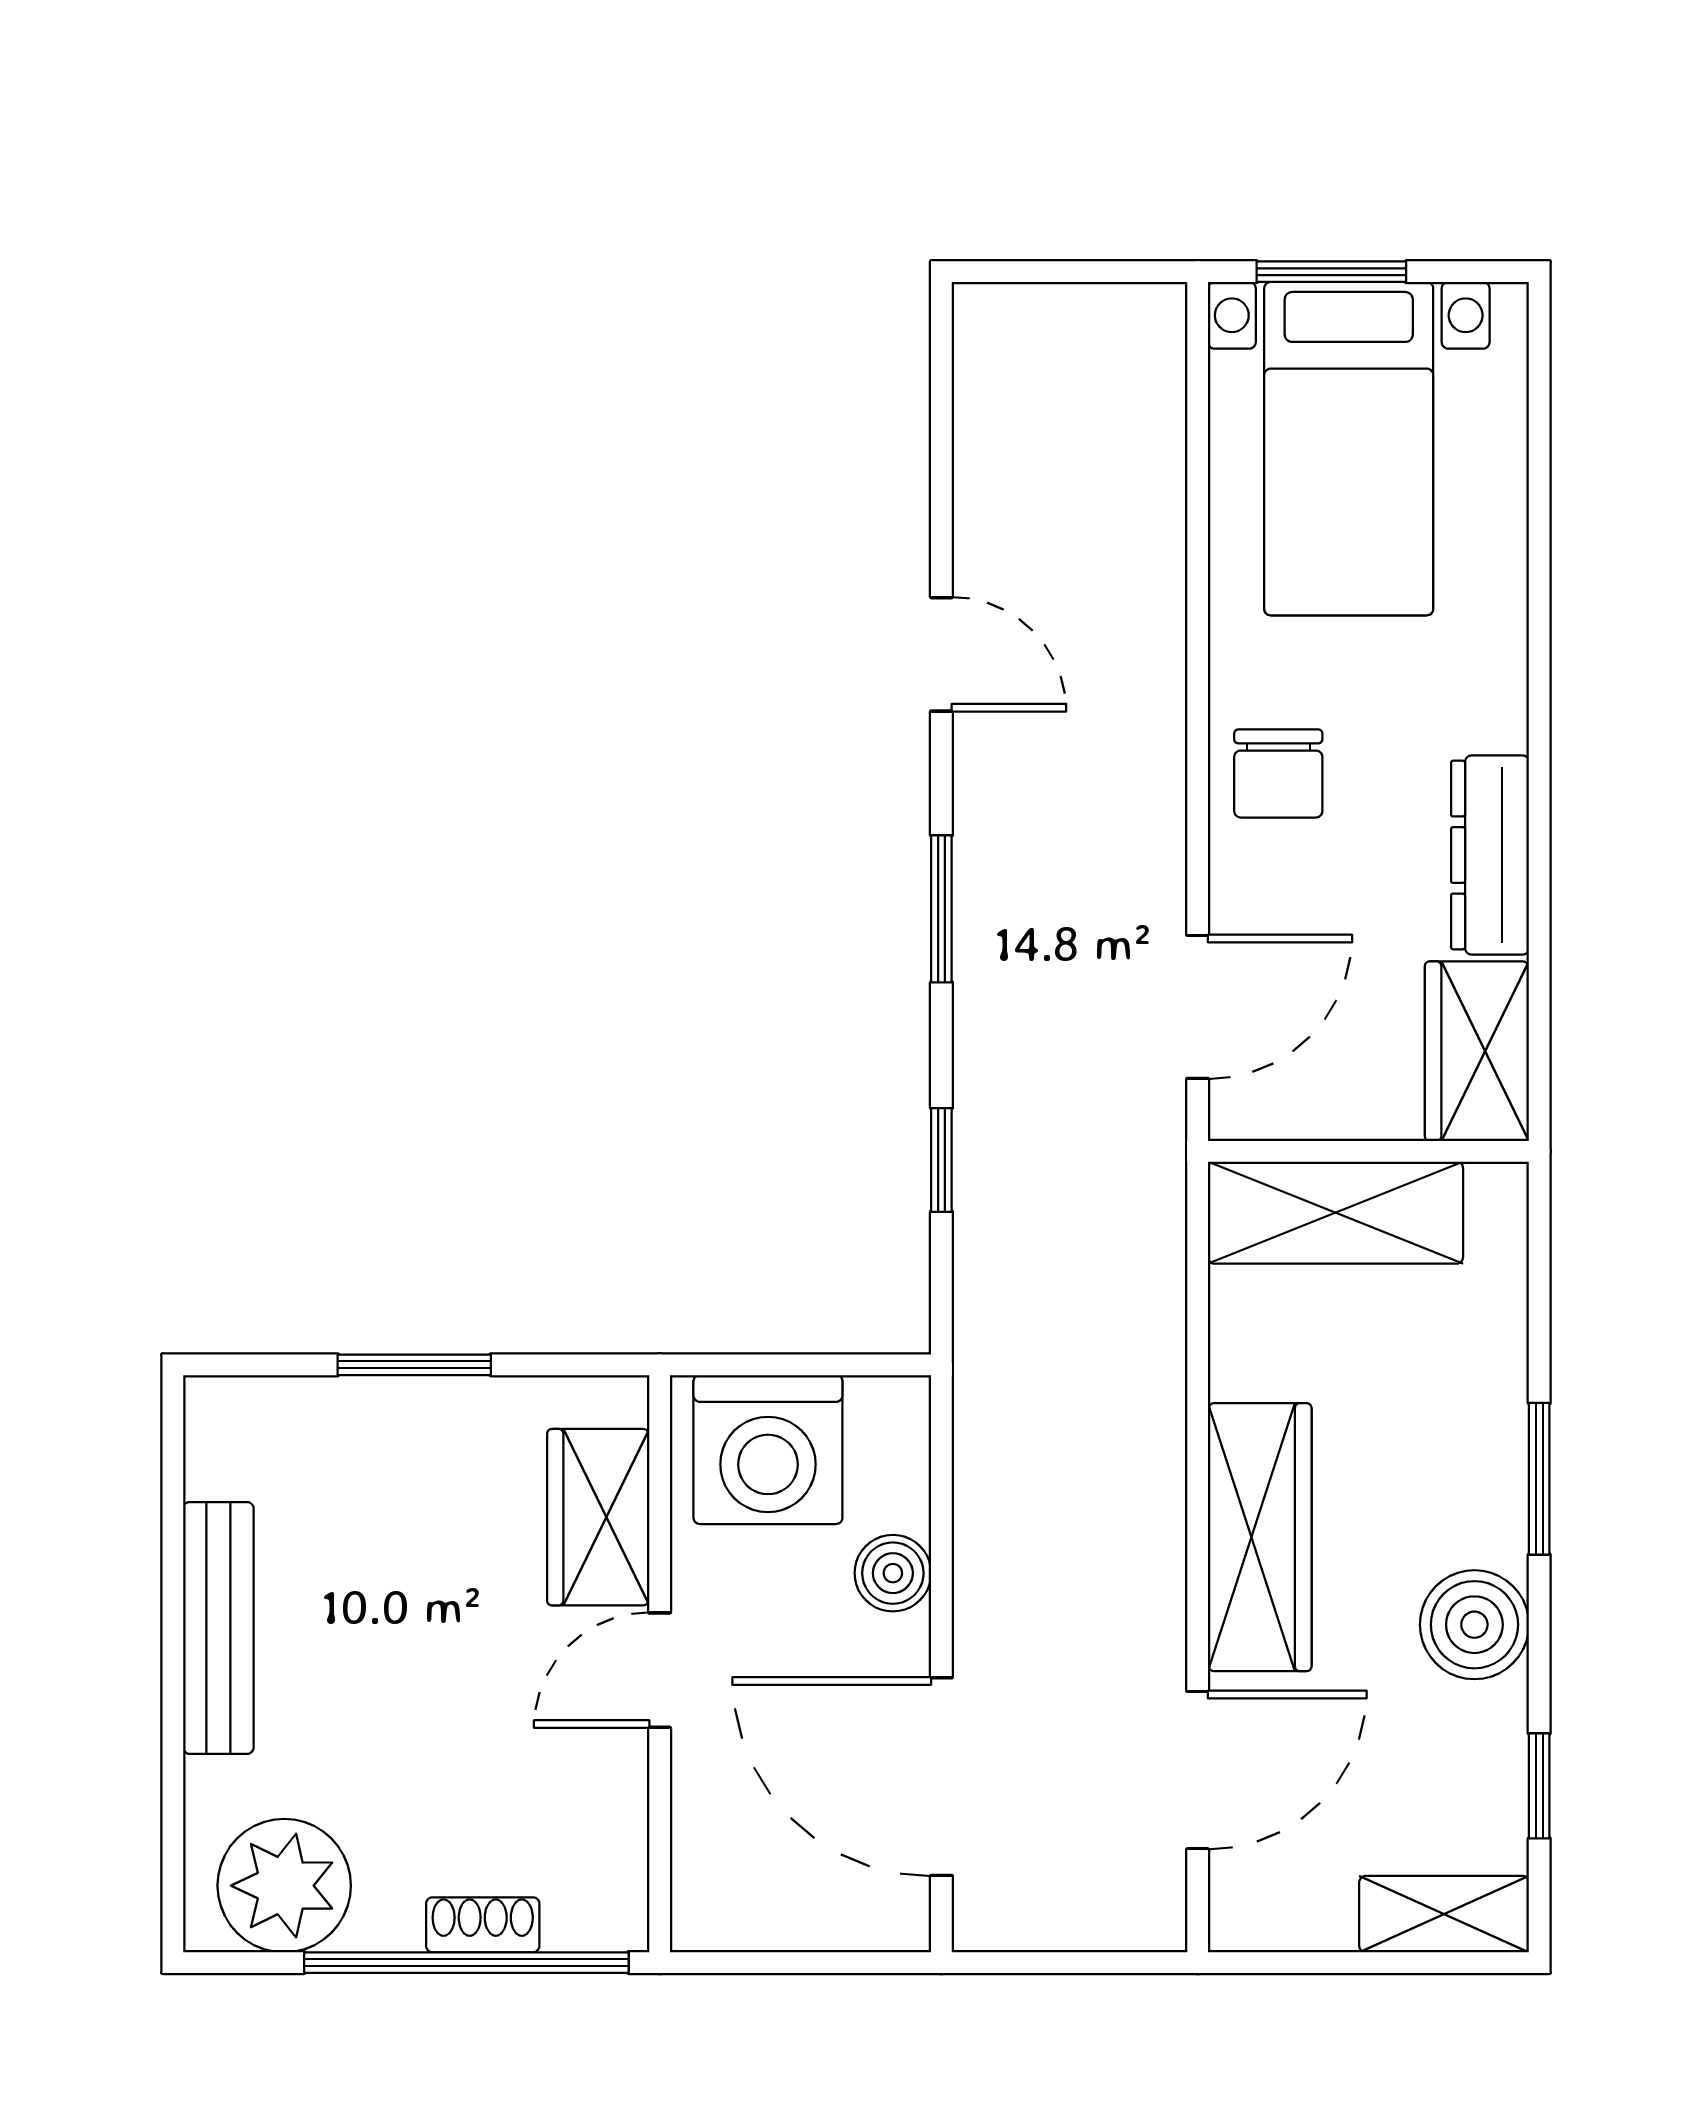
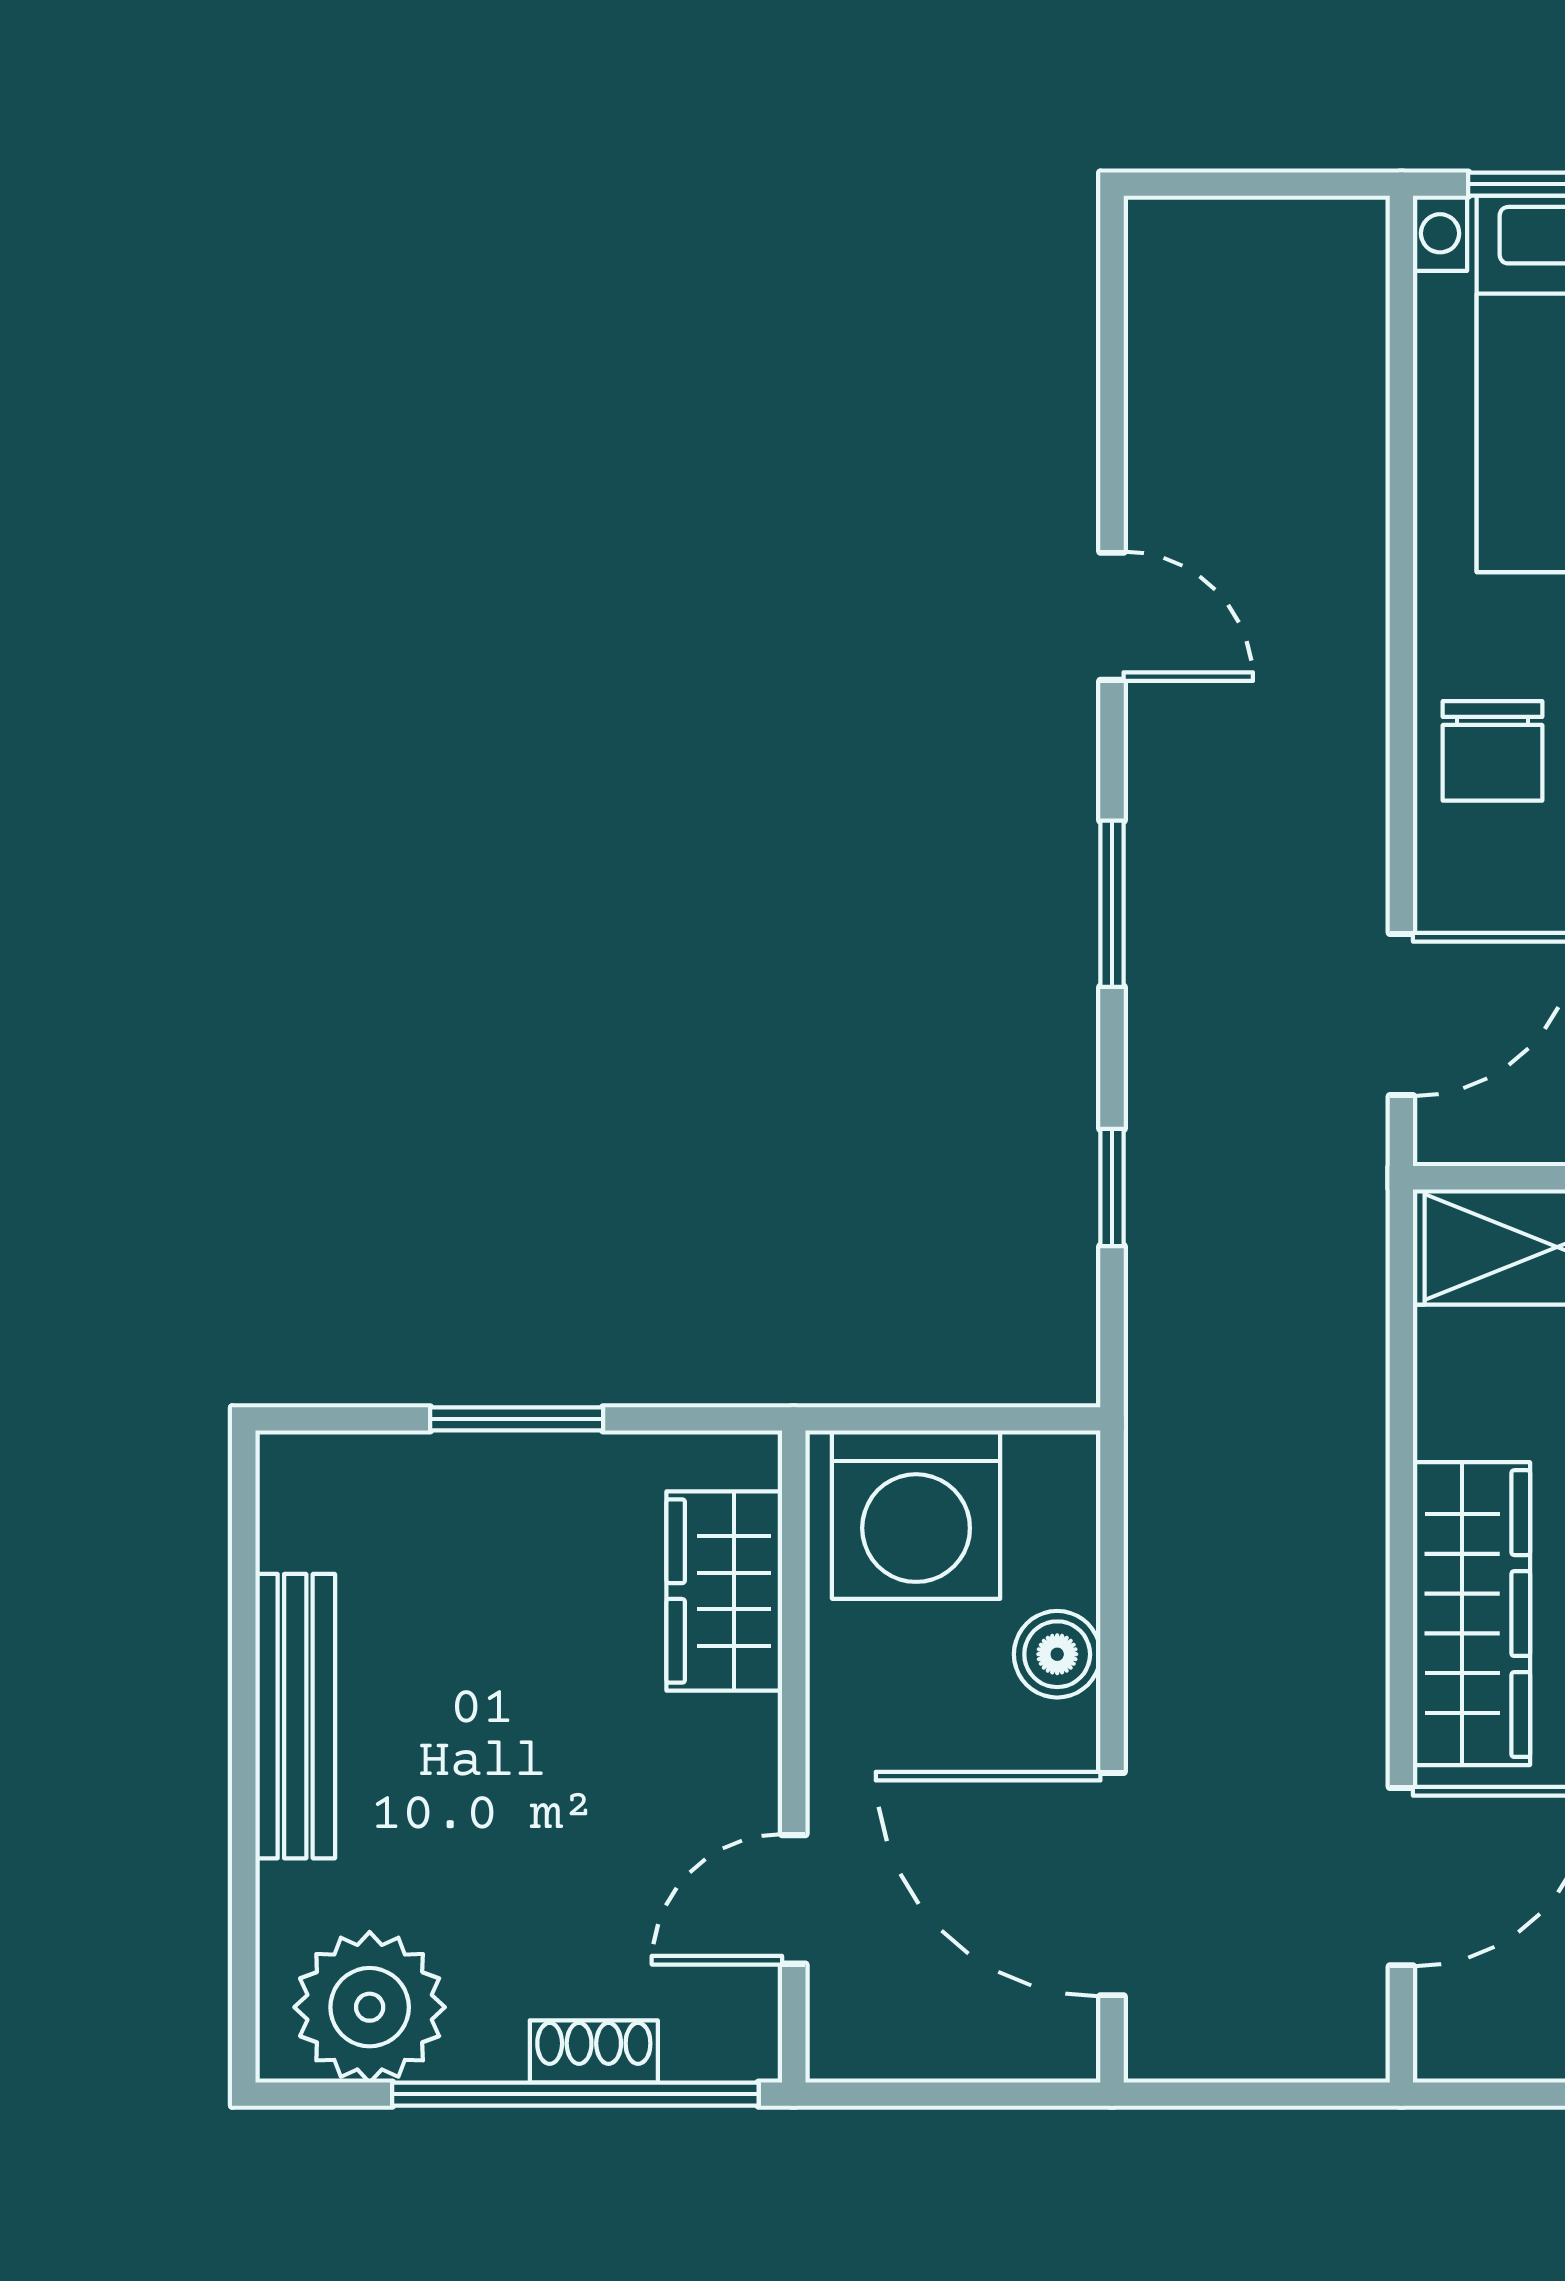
door: (660, 1670) -> (794, 1899), moved

